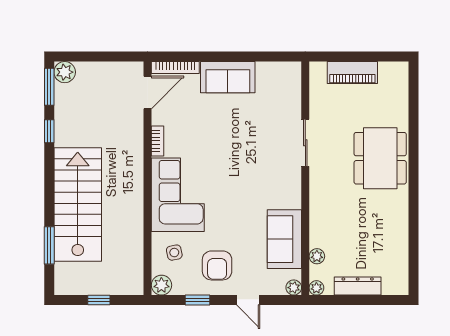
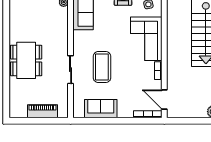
sofa: (228, 77) -> (101, 109), moved
door: (148, 92) -> (164, 99), hinge flipped
coffee table: (252, 147) -> (102, 67), added

